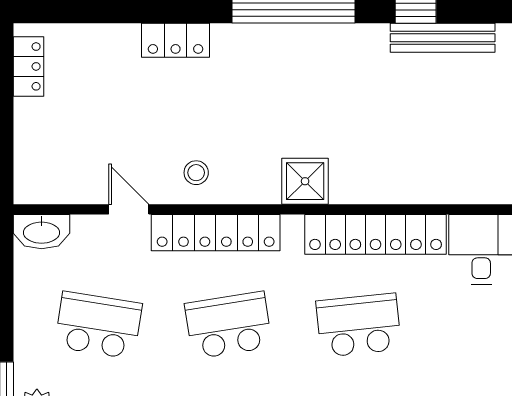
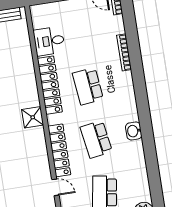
stool: (196, 173) -> (36, 162), removed
door: (129, 209) -> (55, 187), swing flipped

